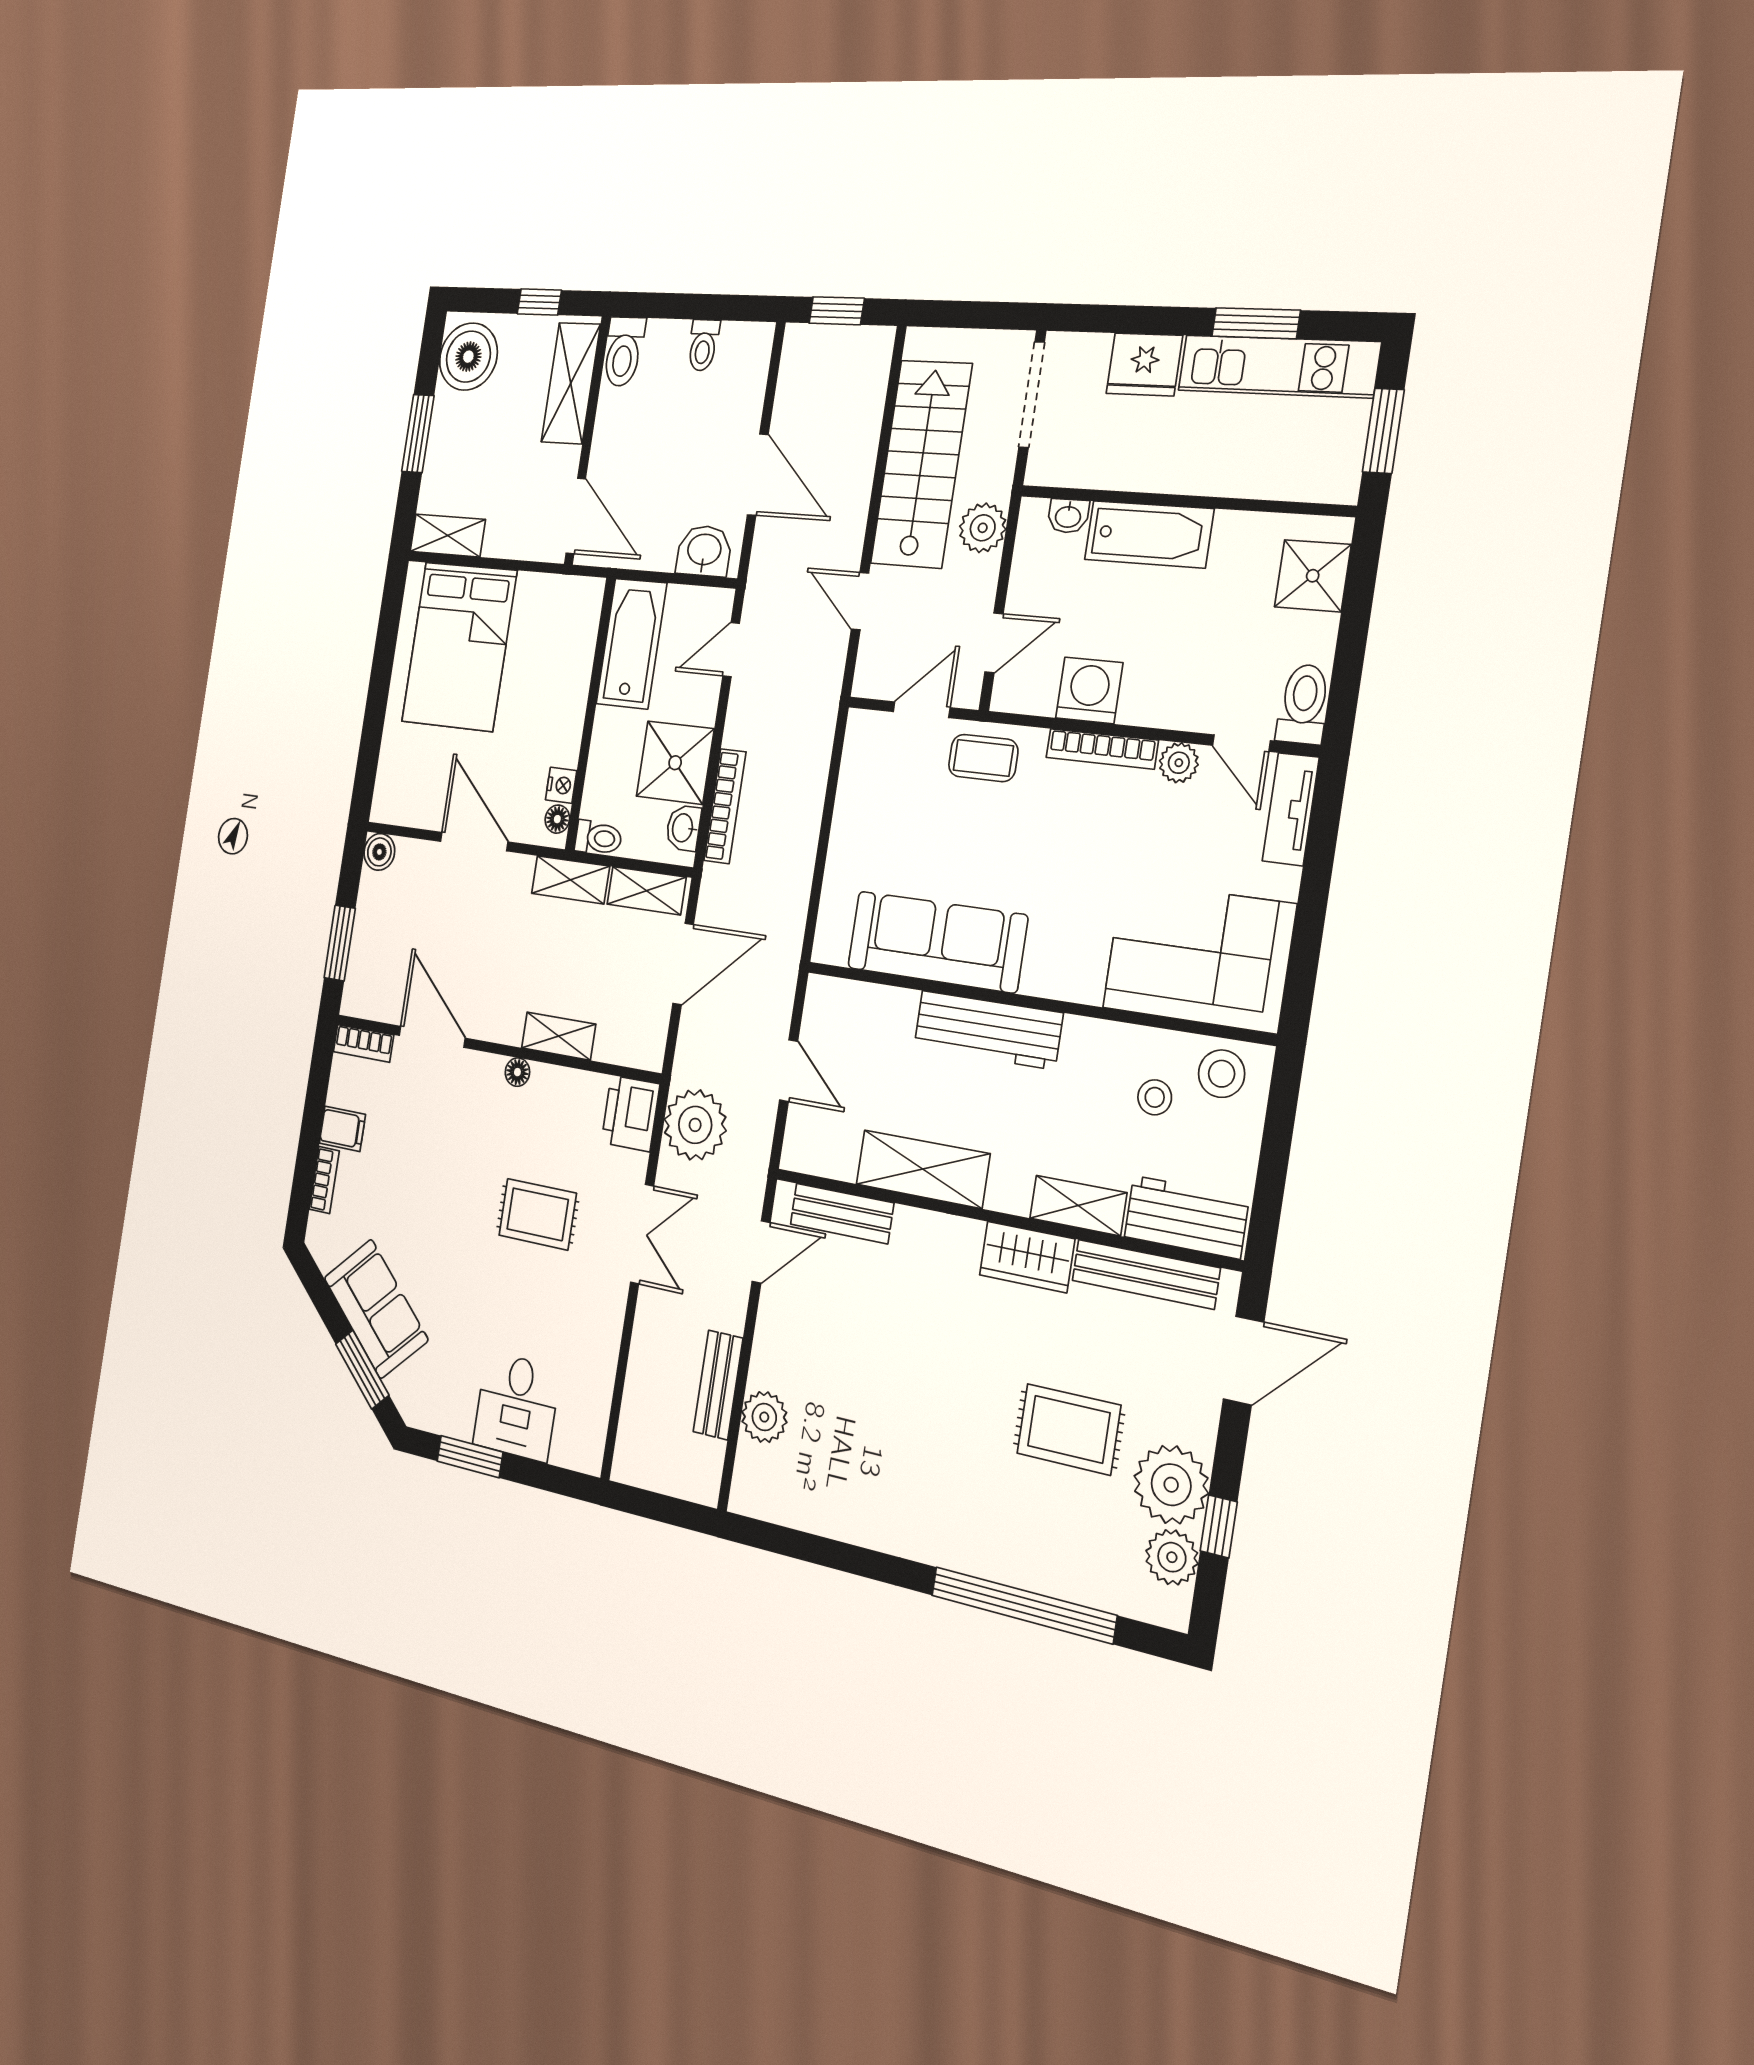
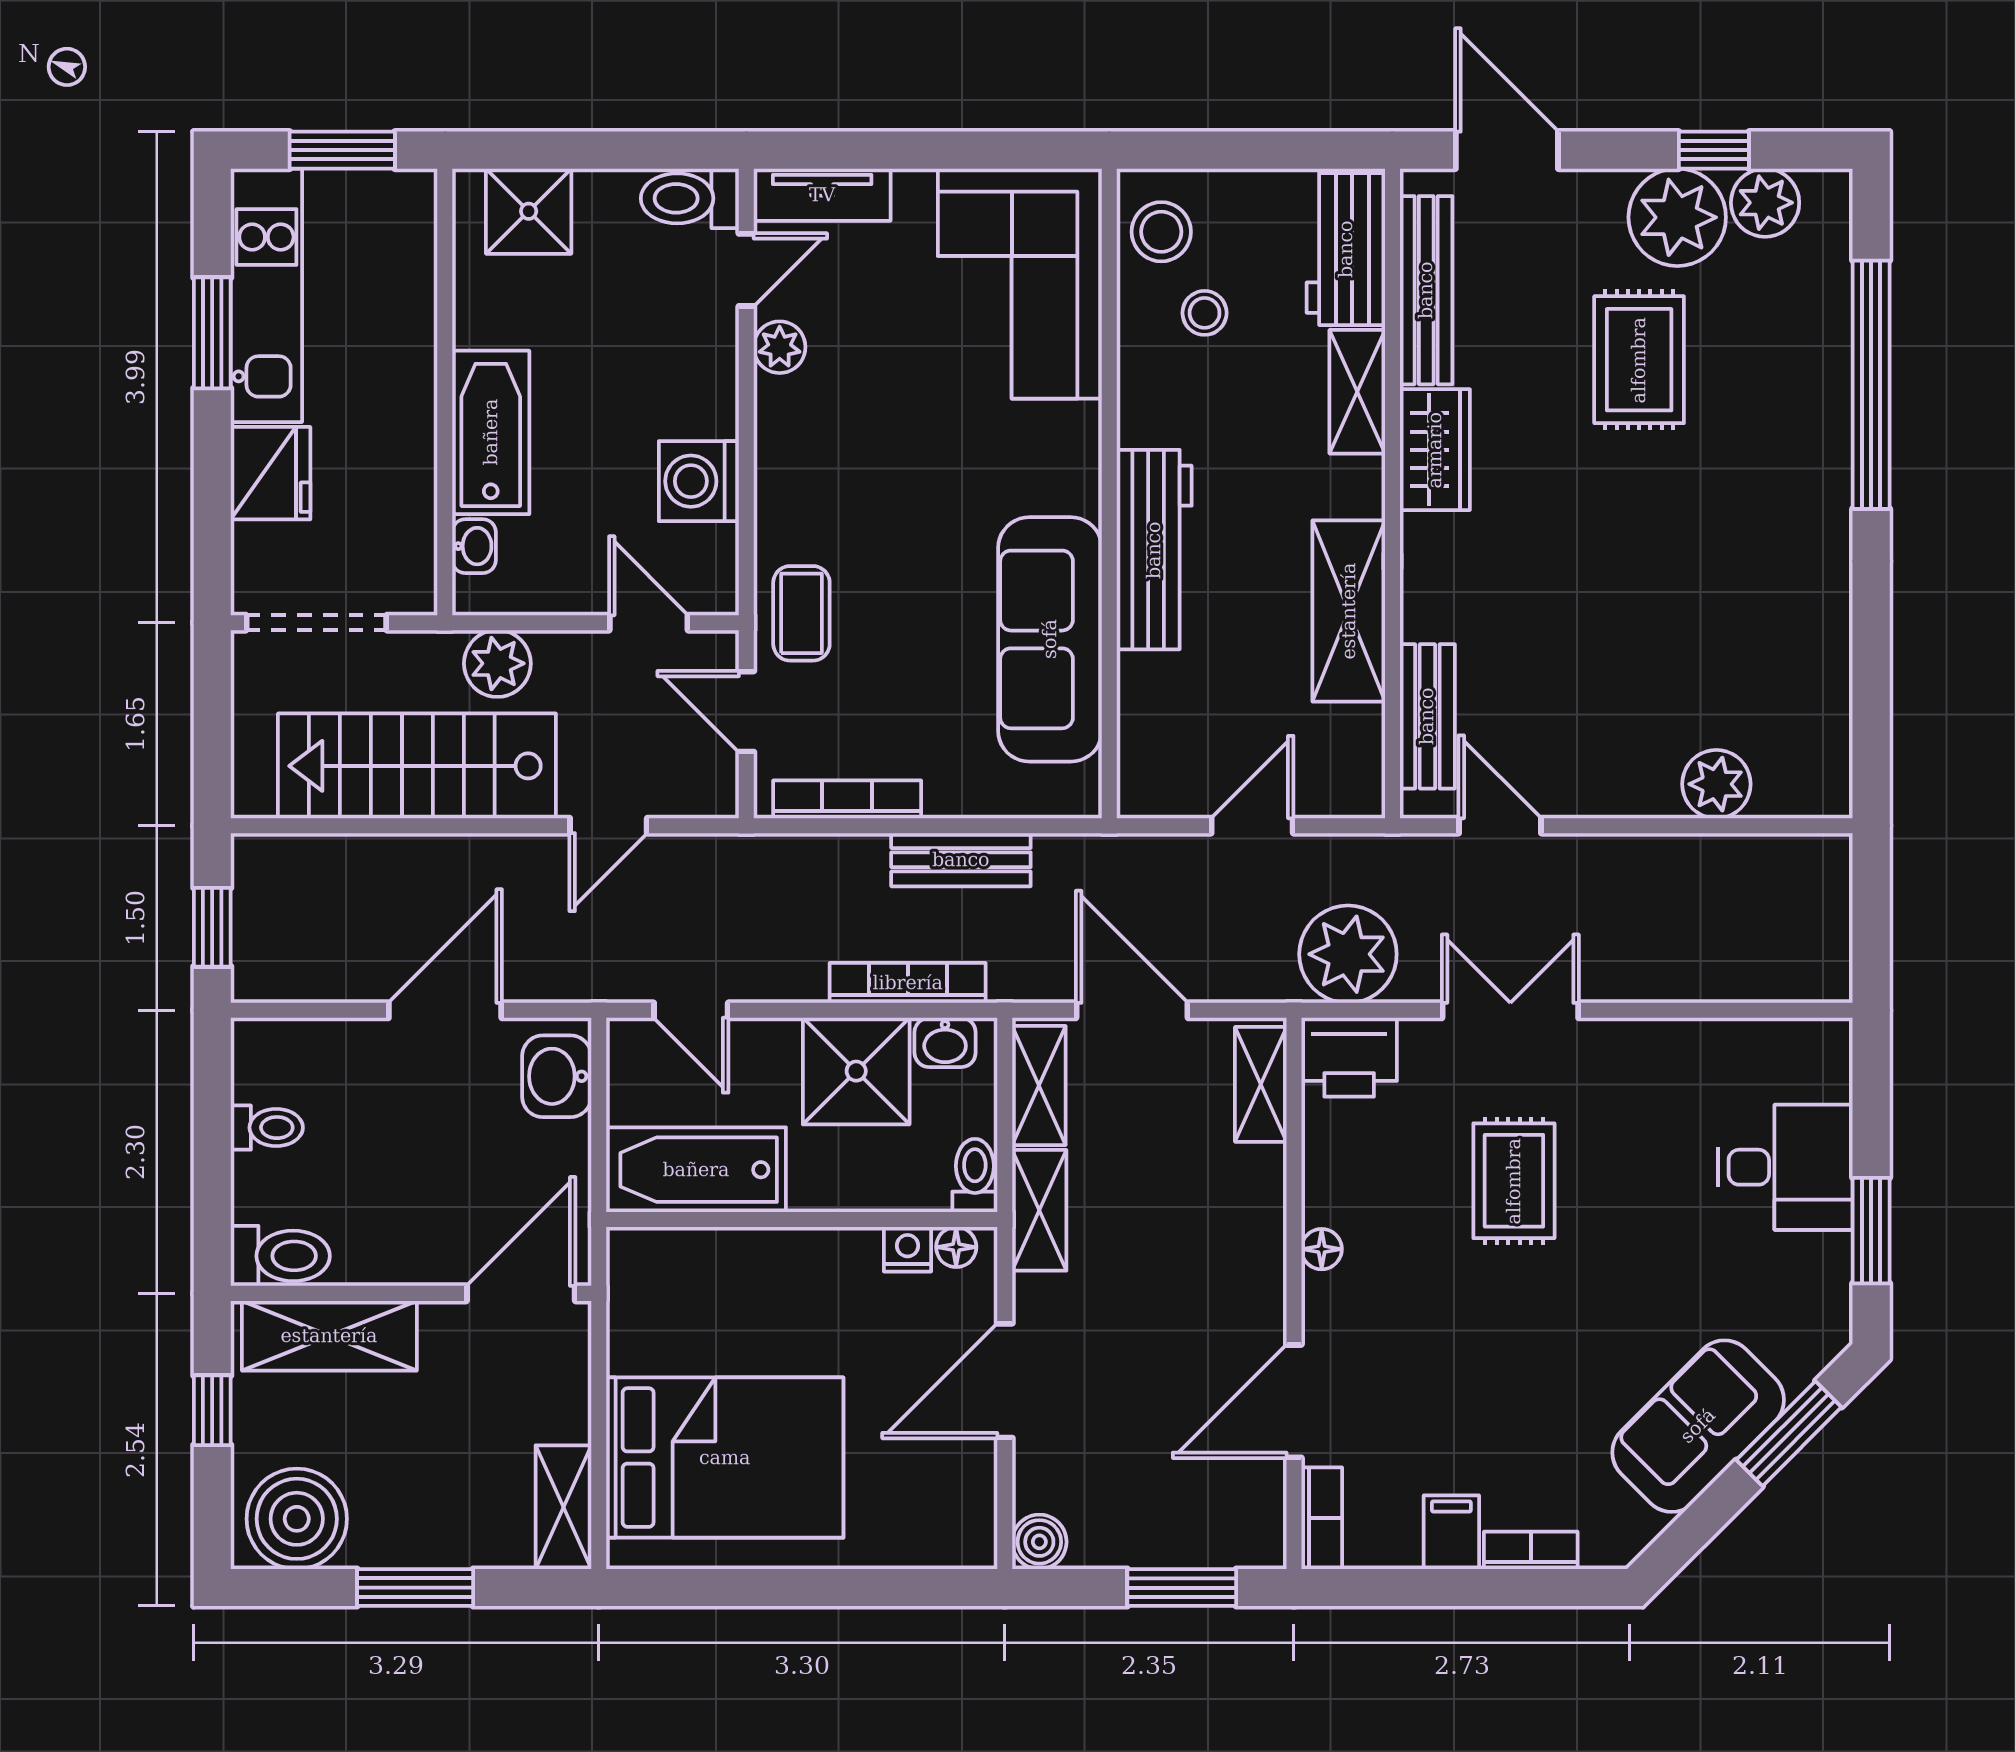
bookcase: (1102, 749) -> (847, 799), moved, turned -90
shelving: (558, 1036) -> (1261, 1084), moved
bench: (718, 1385) -> (961, 860), moved

